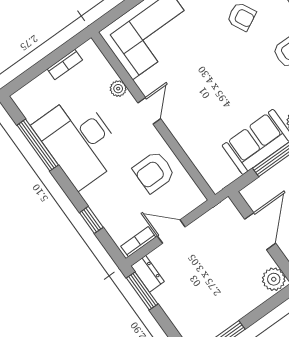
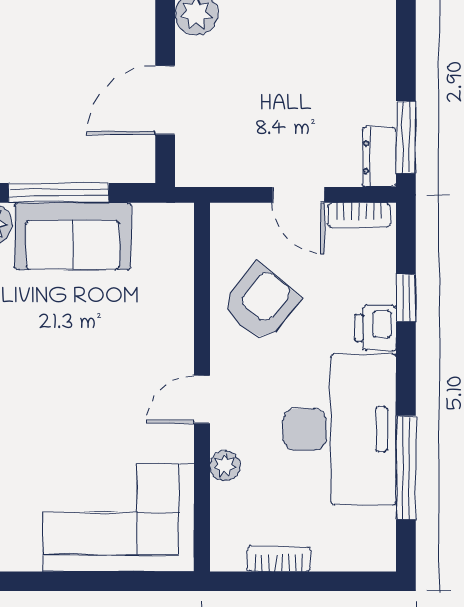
armchair: (154, 172) -> (260, 303), turned -50
printer: (95, 197) -> (375, 328), added

